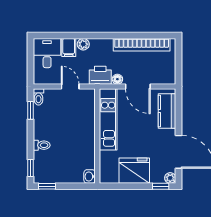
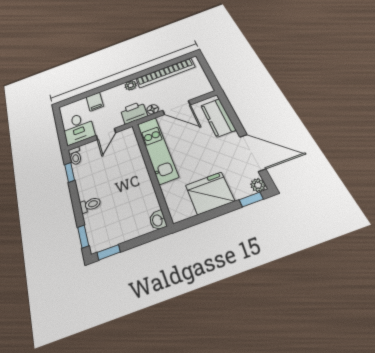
plant: (83, 44) -> (131, 85), moved
desk: (47, 53) -> (78, 128), moved, turned 180
door: (70, 86) -> (106, 134), swing flipped

